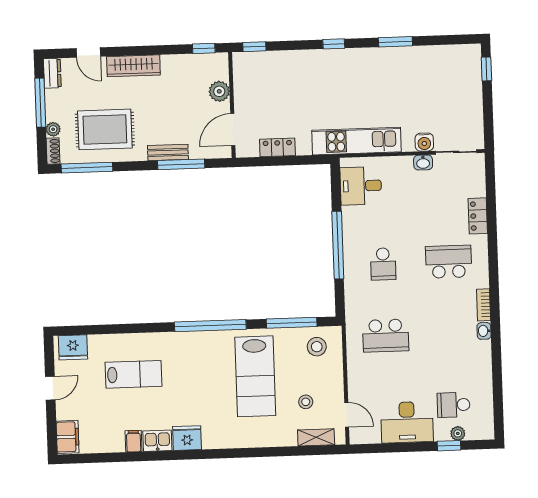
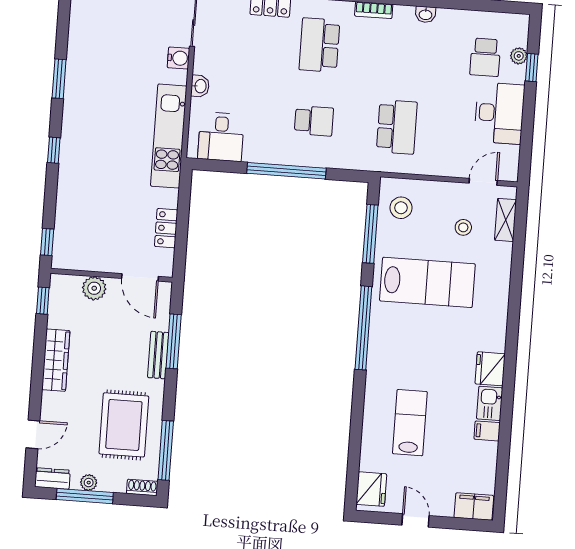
wardrobe: (133, 66) -> (56, 360), moved
plant: (53, 129) -> (89, 483), moved
washbasin: (423, 162) -> (200, 86), moved
washbasin: (484, 331) -> (426, 14), moved

